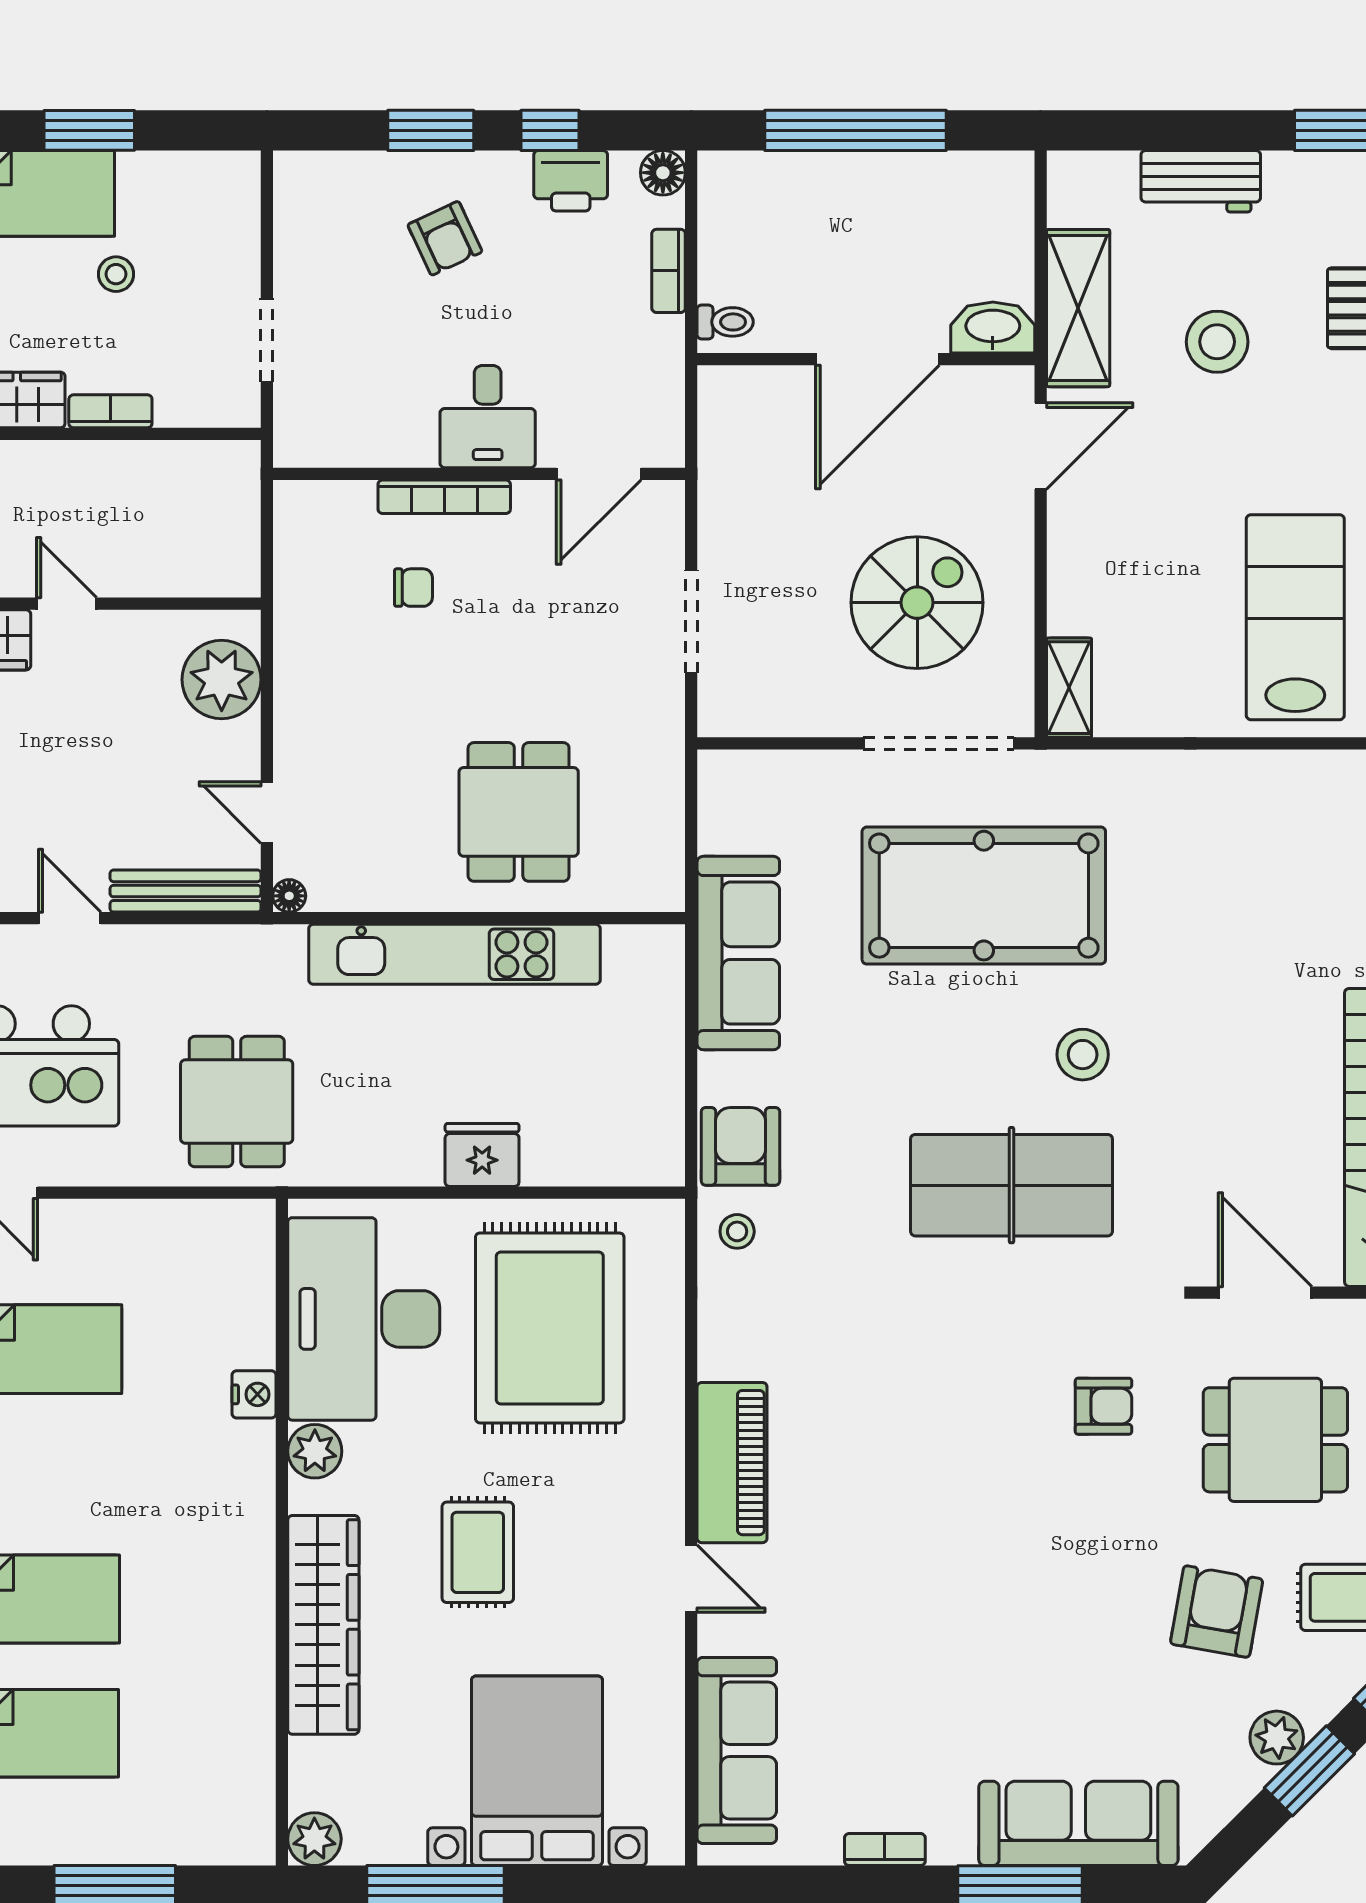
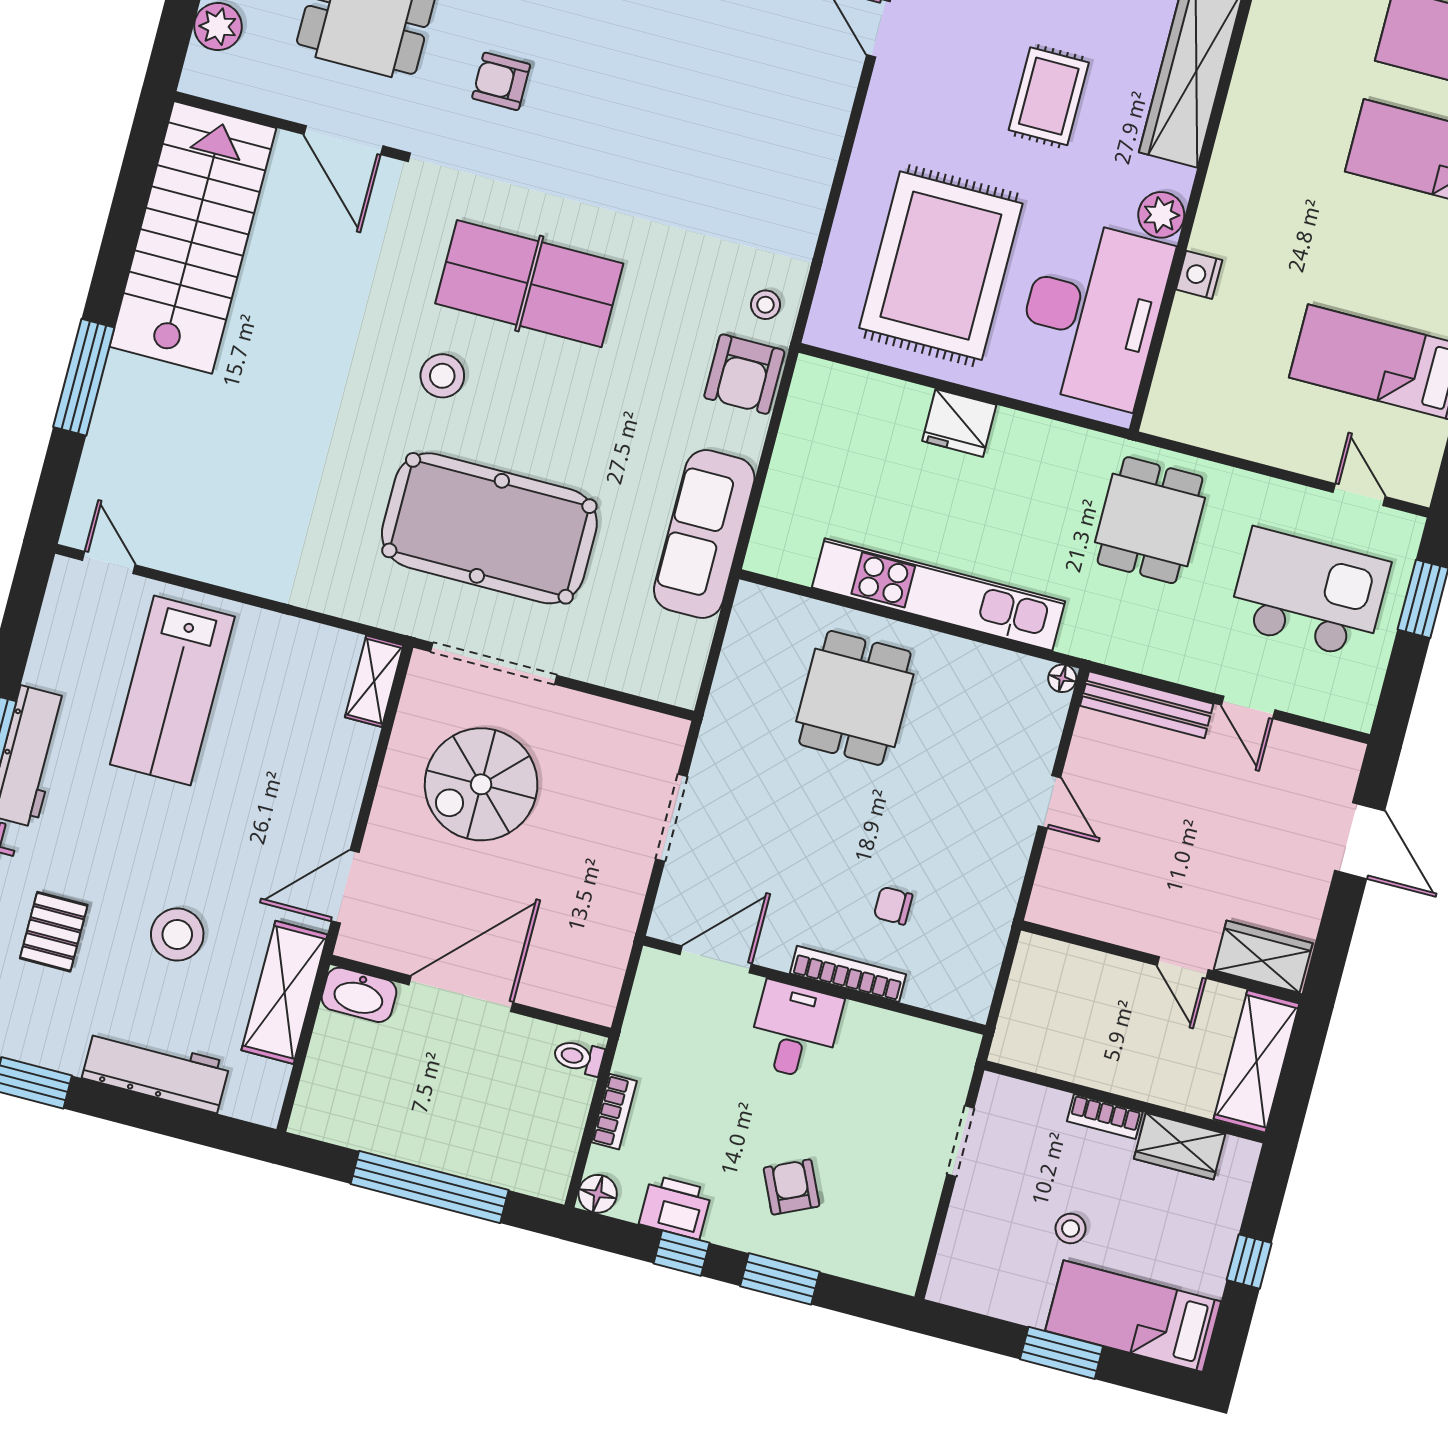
workbench: (1201, 181) -> (156, 1070), width x1.37
plant: (222, 679) -> (1071, 871), removed
door: (267, 812) -> (1050, 802), moved
piano: (732, 1463) -> (820, 115), removed

